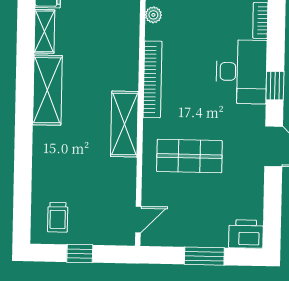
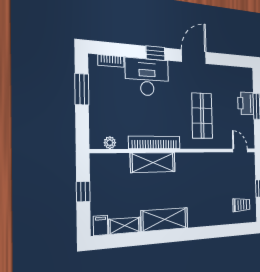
shelving: (124, 124) -> (153, 163), moved
printer: (246, 234) -> (246, 103), moved

